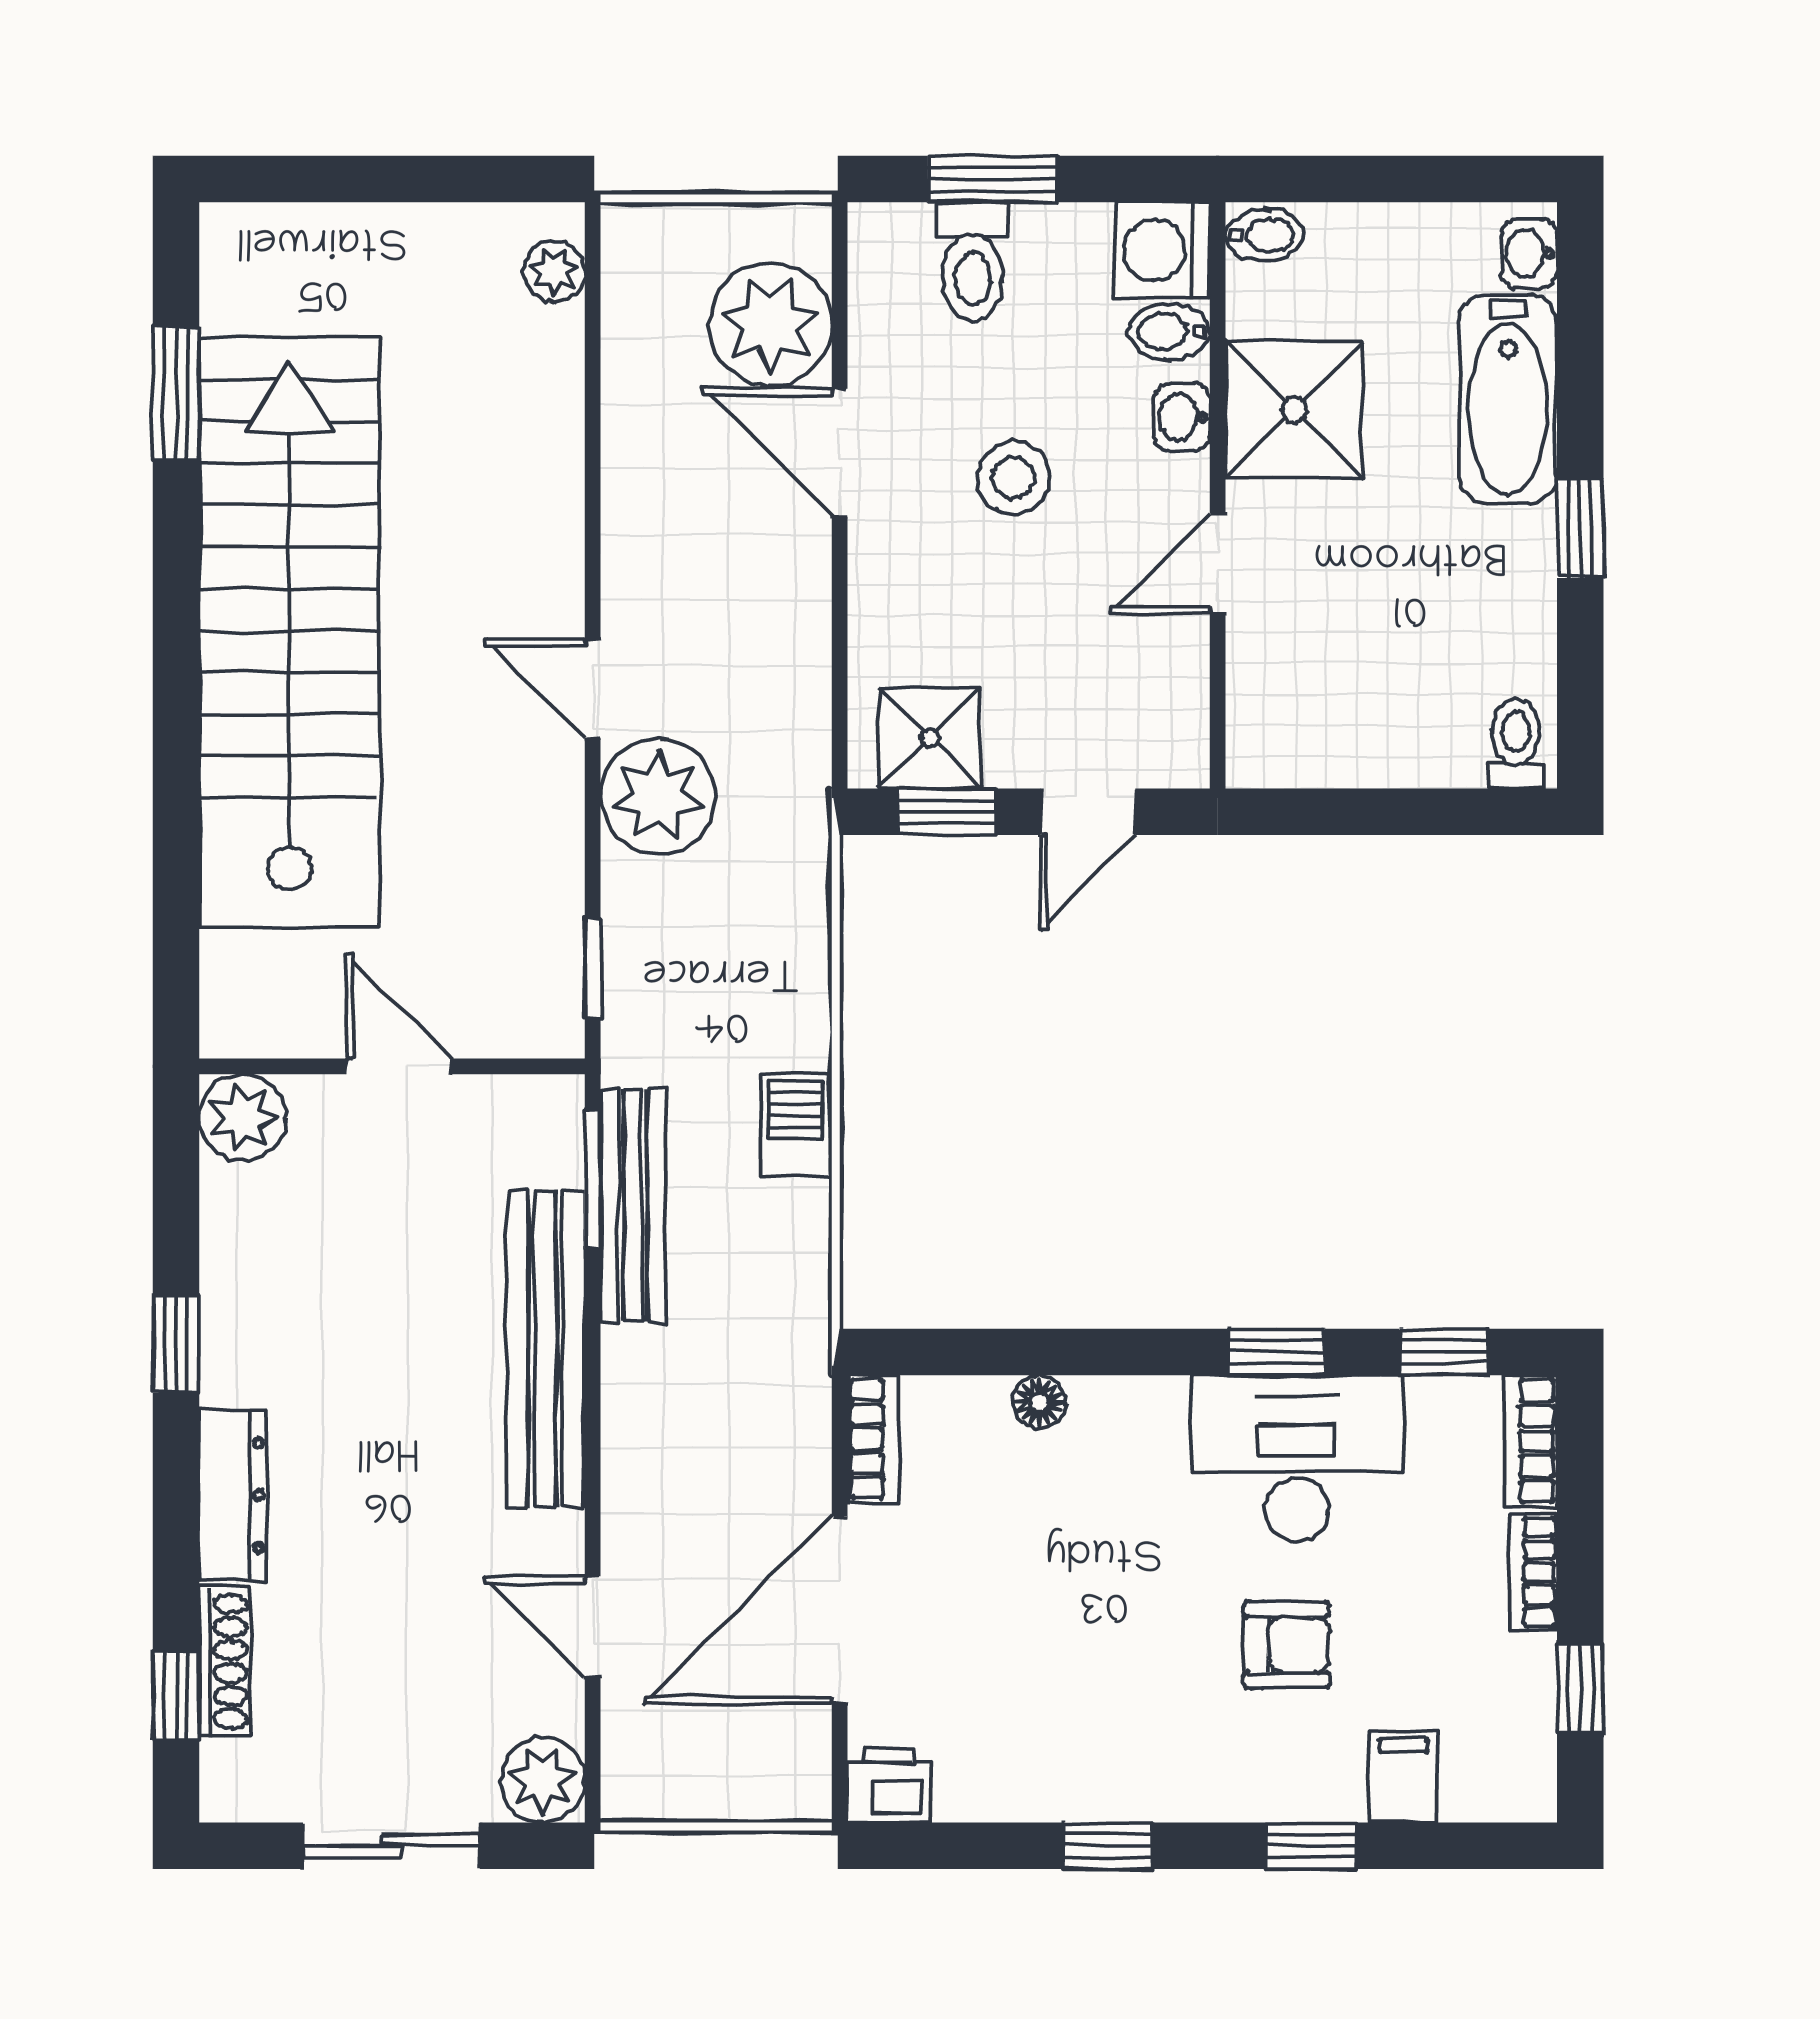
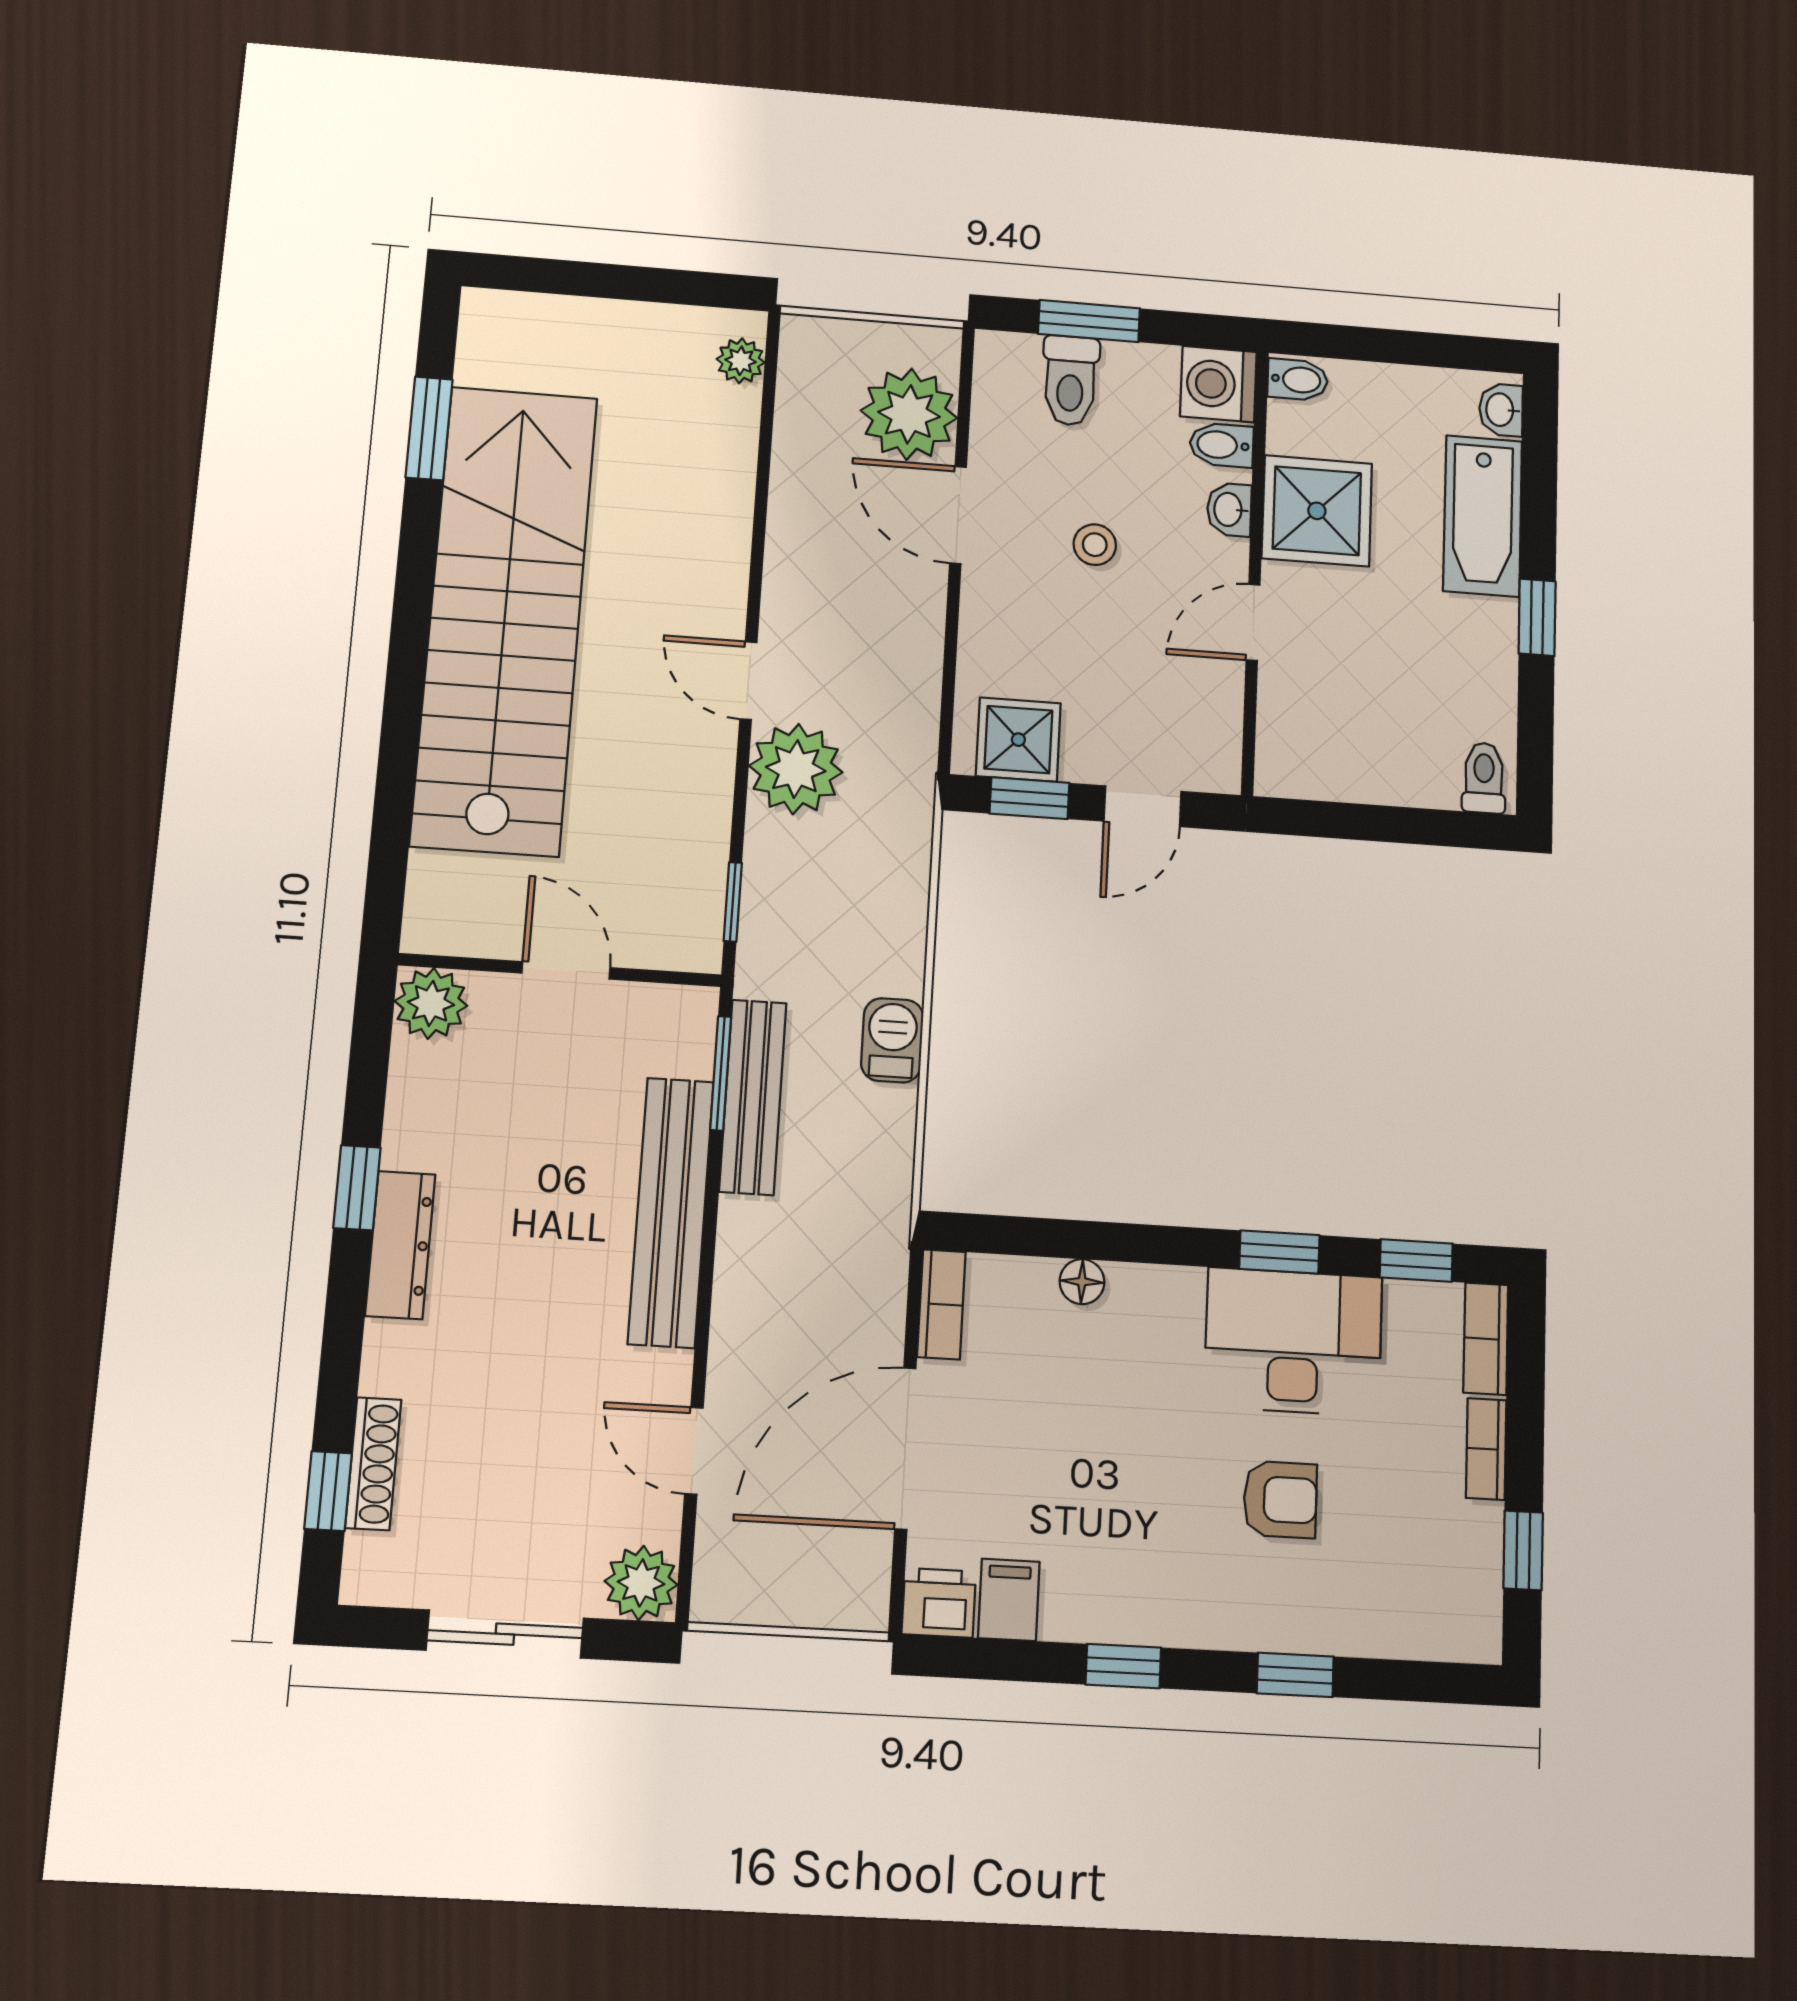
stool: (1013, 478) -> (1095, 545), width x0.73, depth x0.73
dresser: (232, 1495) -> (400, 1245), moved
filing cabinet: (1403, 1777) -> (1009, 1600), moved

